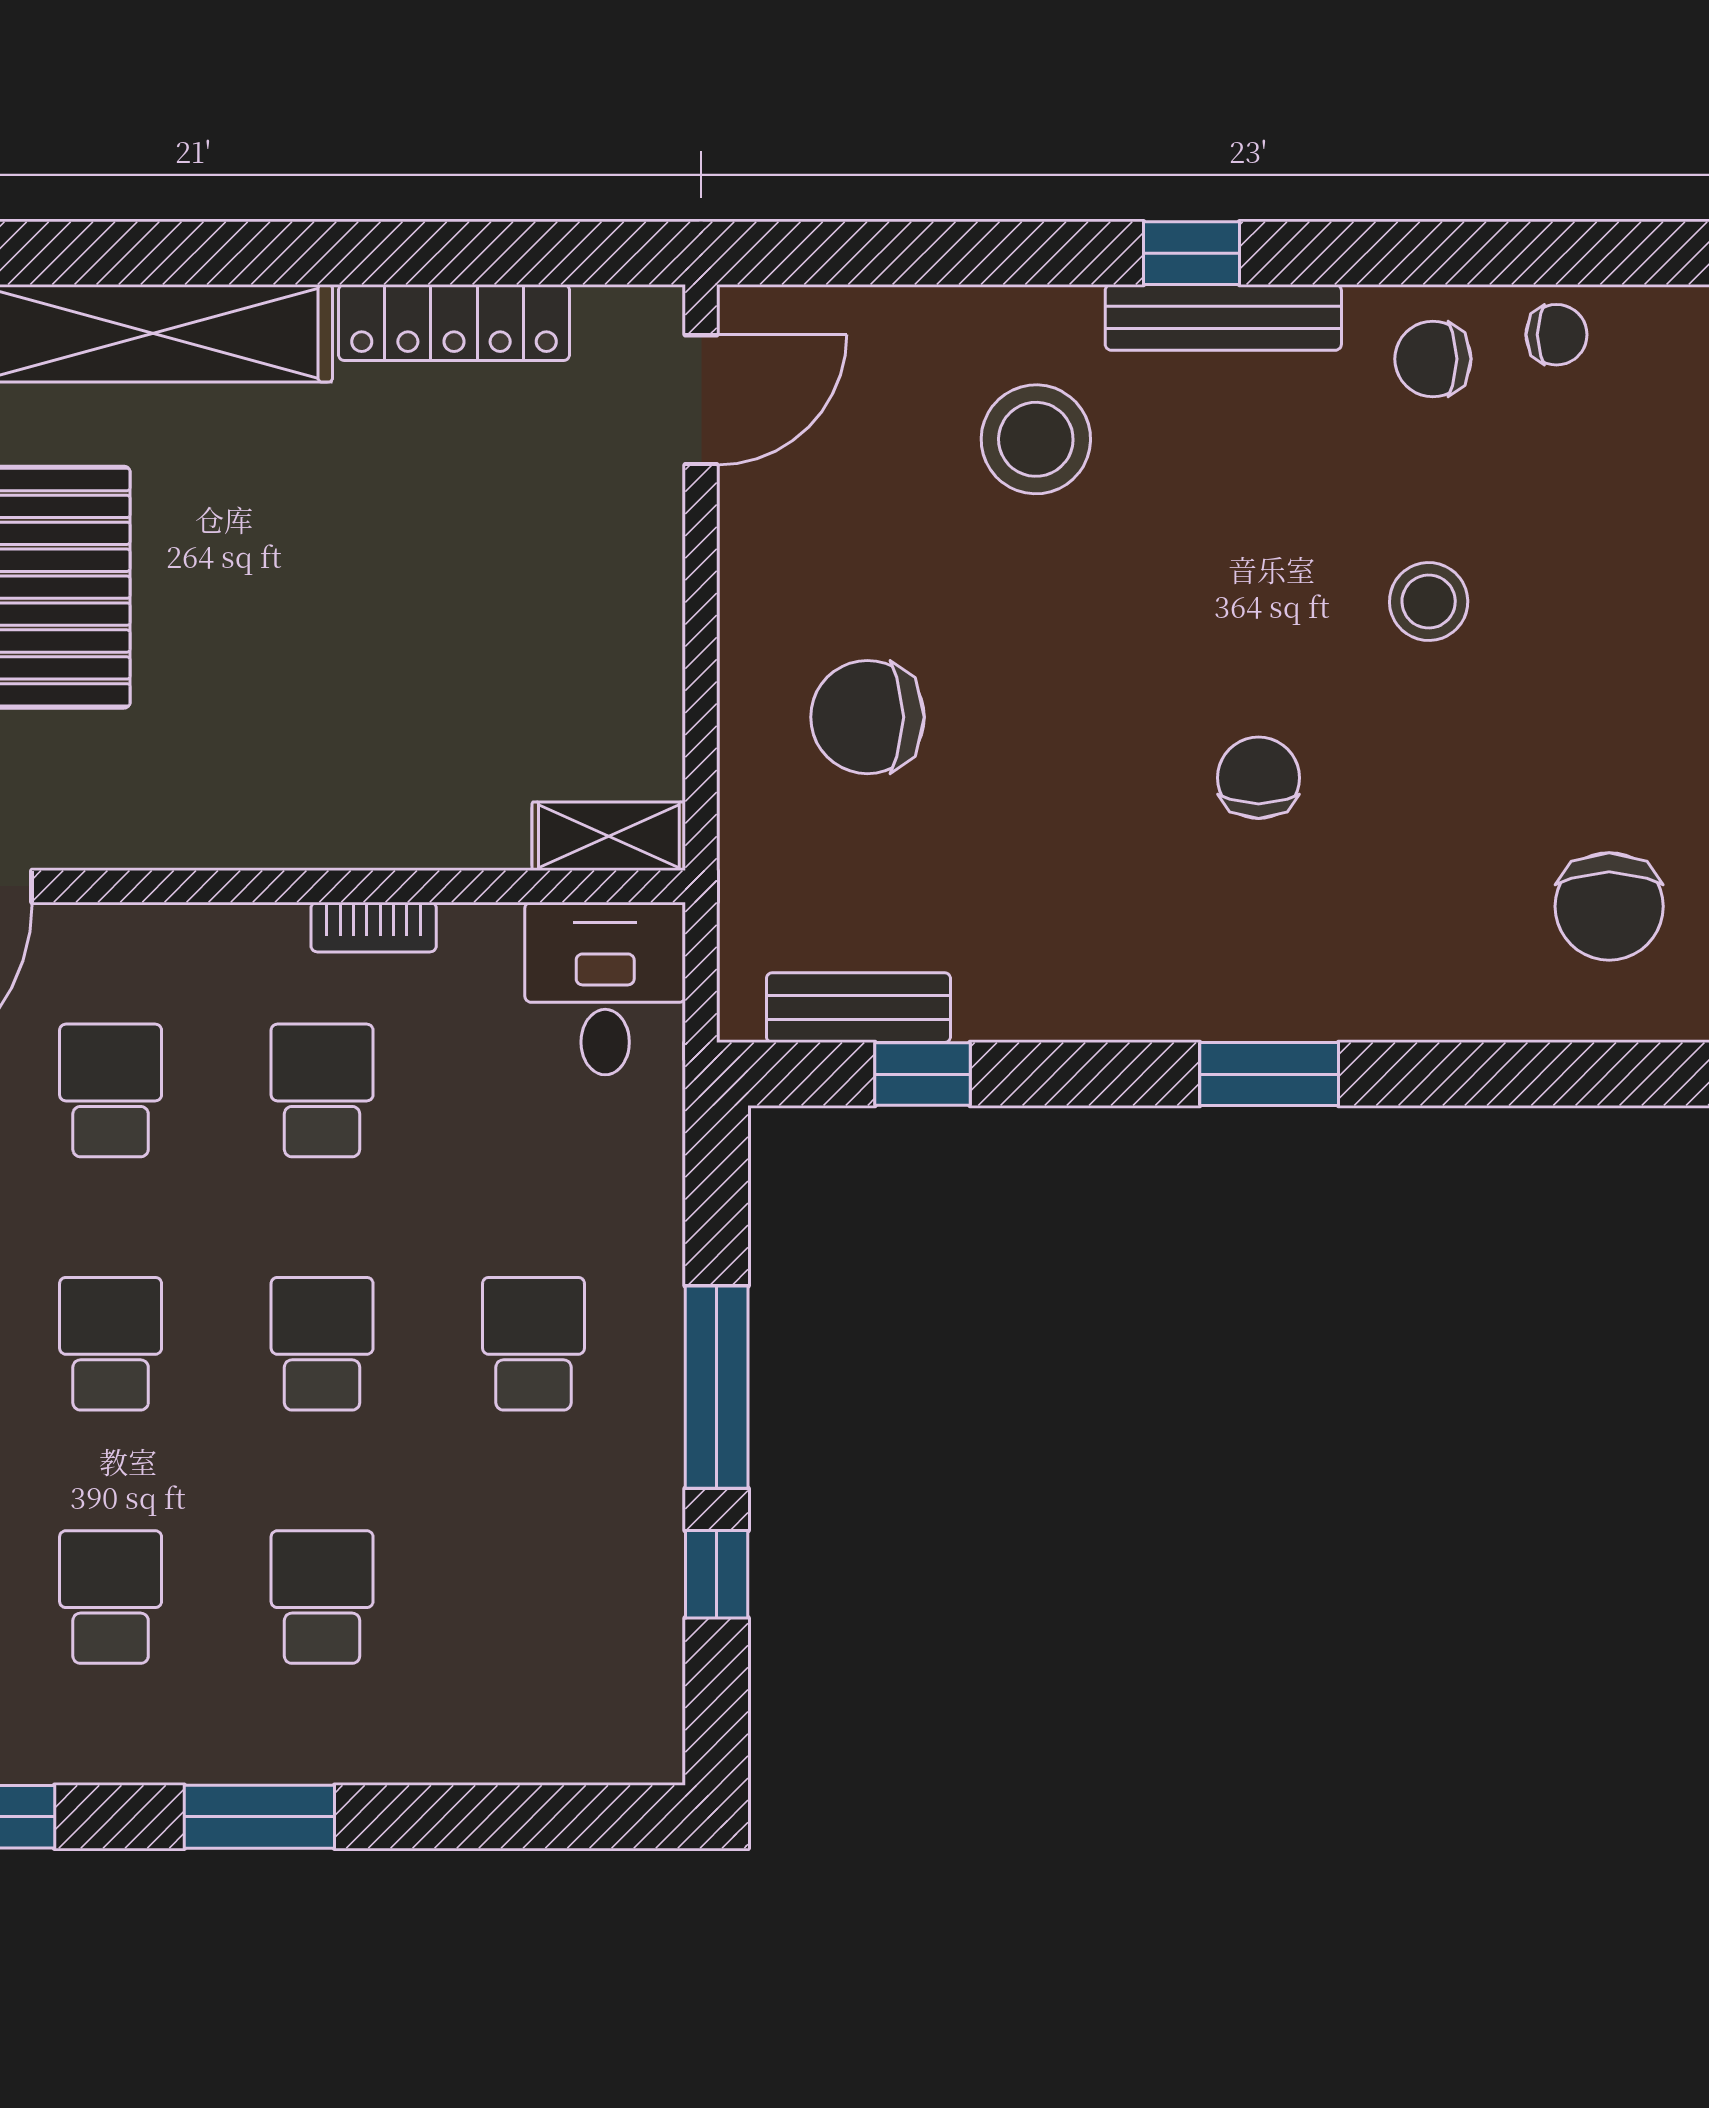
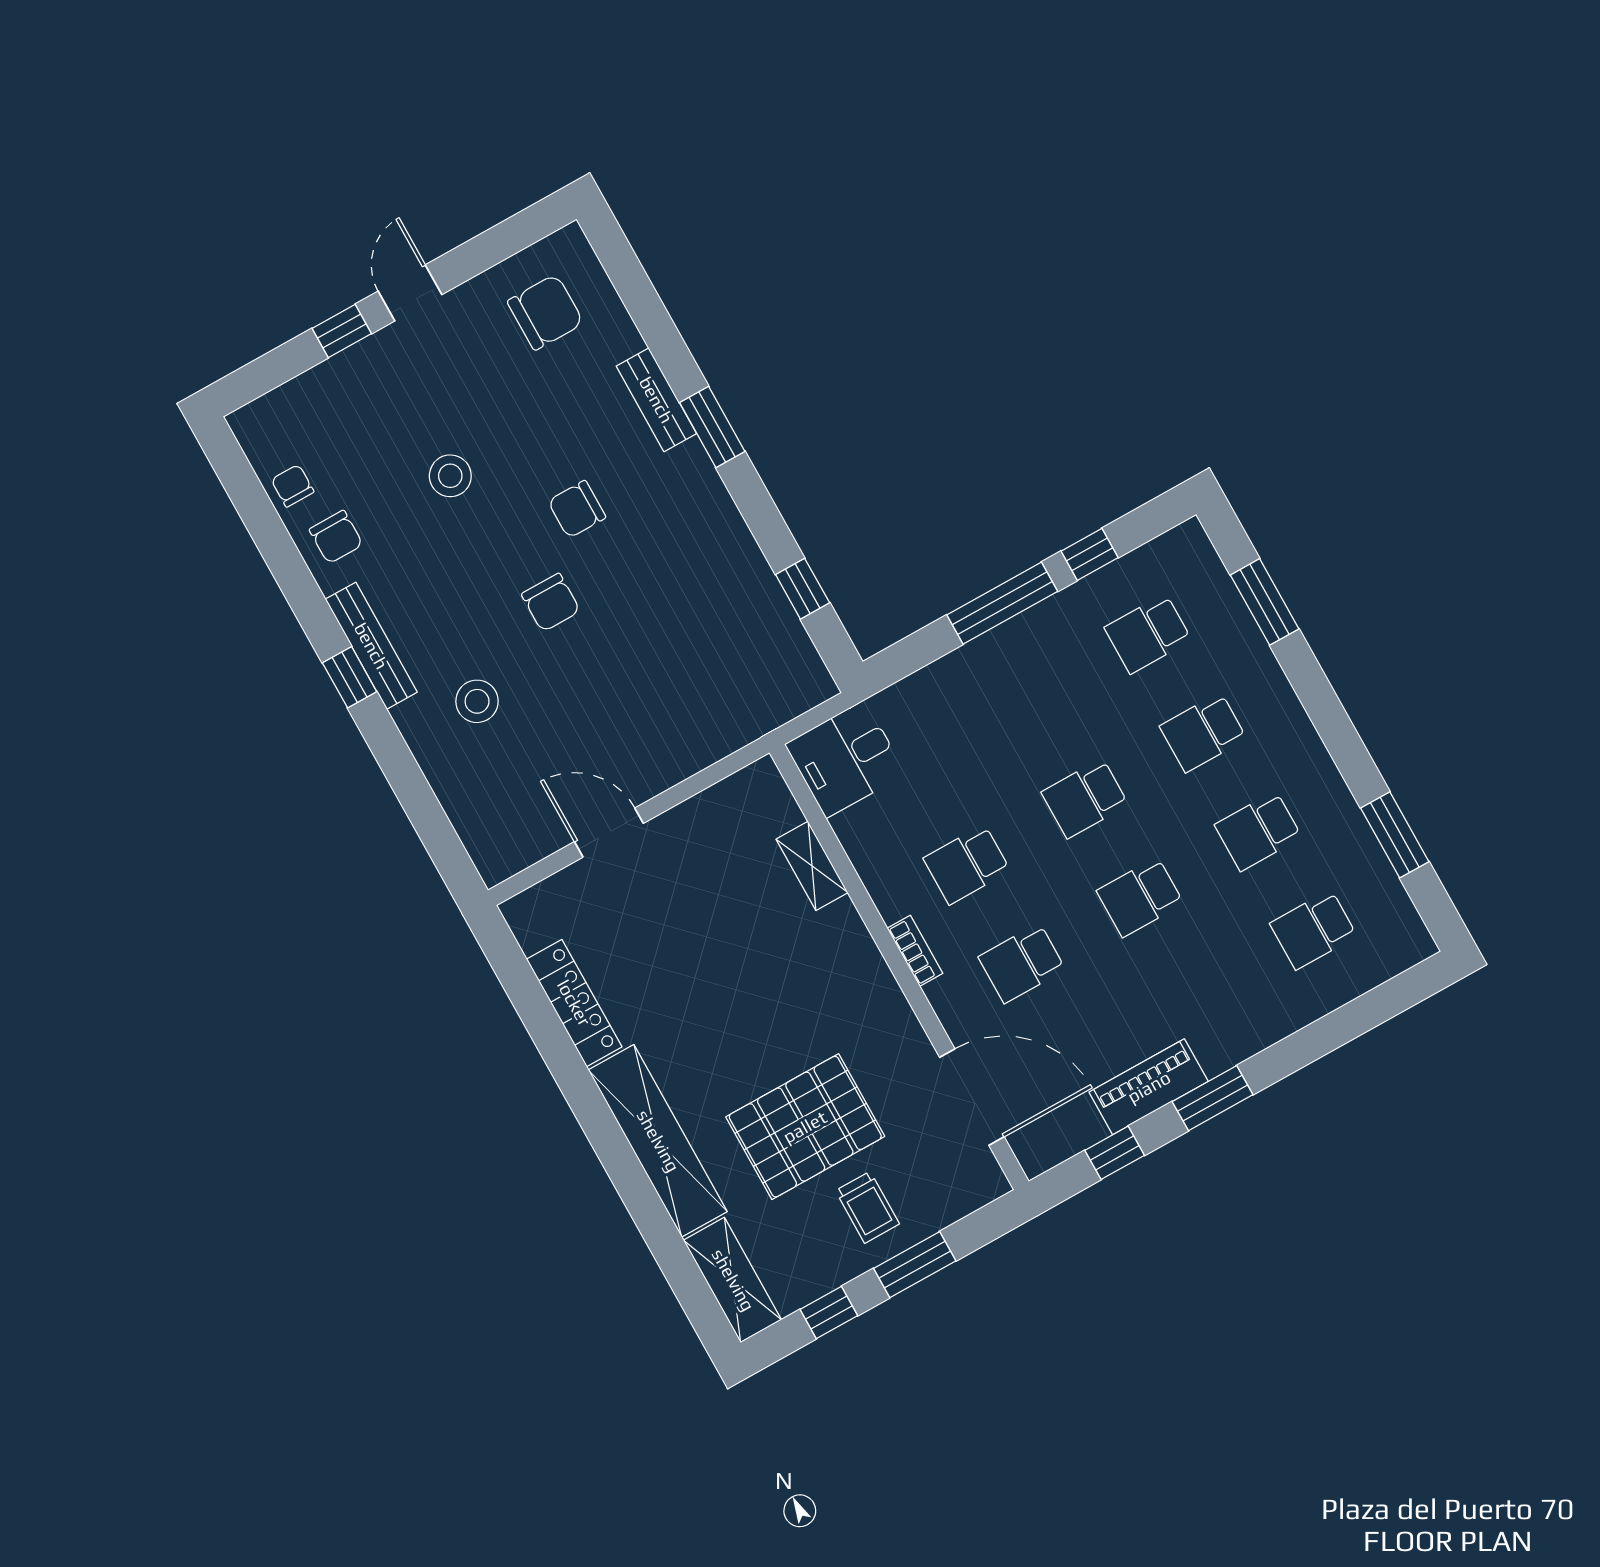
door: (701, 400) -> (609, 833), moved
stool: (1036, 439) -> (477, 701), width x0.73, depth x0.73
chair: (867, 717) -> (551, 602), moved, width x0.73, depth x0.73
shelving: (609, 836) -> (812, 866), moved
bookcase: (374, 927) -> (915, 951), moved
bench: (858, 1008) -> (656, 400), moved
school desk: (533, 1344) -> (1148, 634), moved
window: (259, 1817) -> (1265, 602), moved

